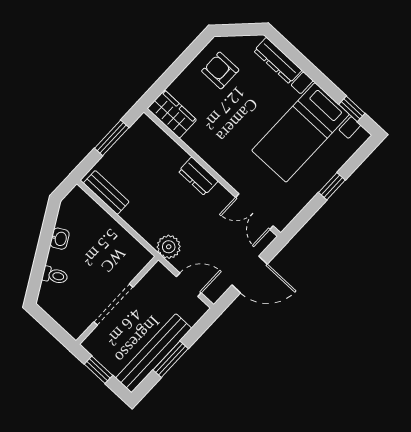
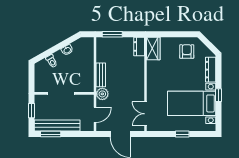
window: (352, 109) -> (218, 95), moved
window: (112, 138) -> (112, 34), moved
dresser: (198, 176) -> (139, 46), moved
bench: (106, 192) -> (101, 75), moved
door: (189, 285) -> (95, 115), hinge flipped
window: (171, 359) -> (51, 134), moved

